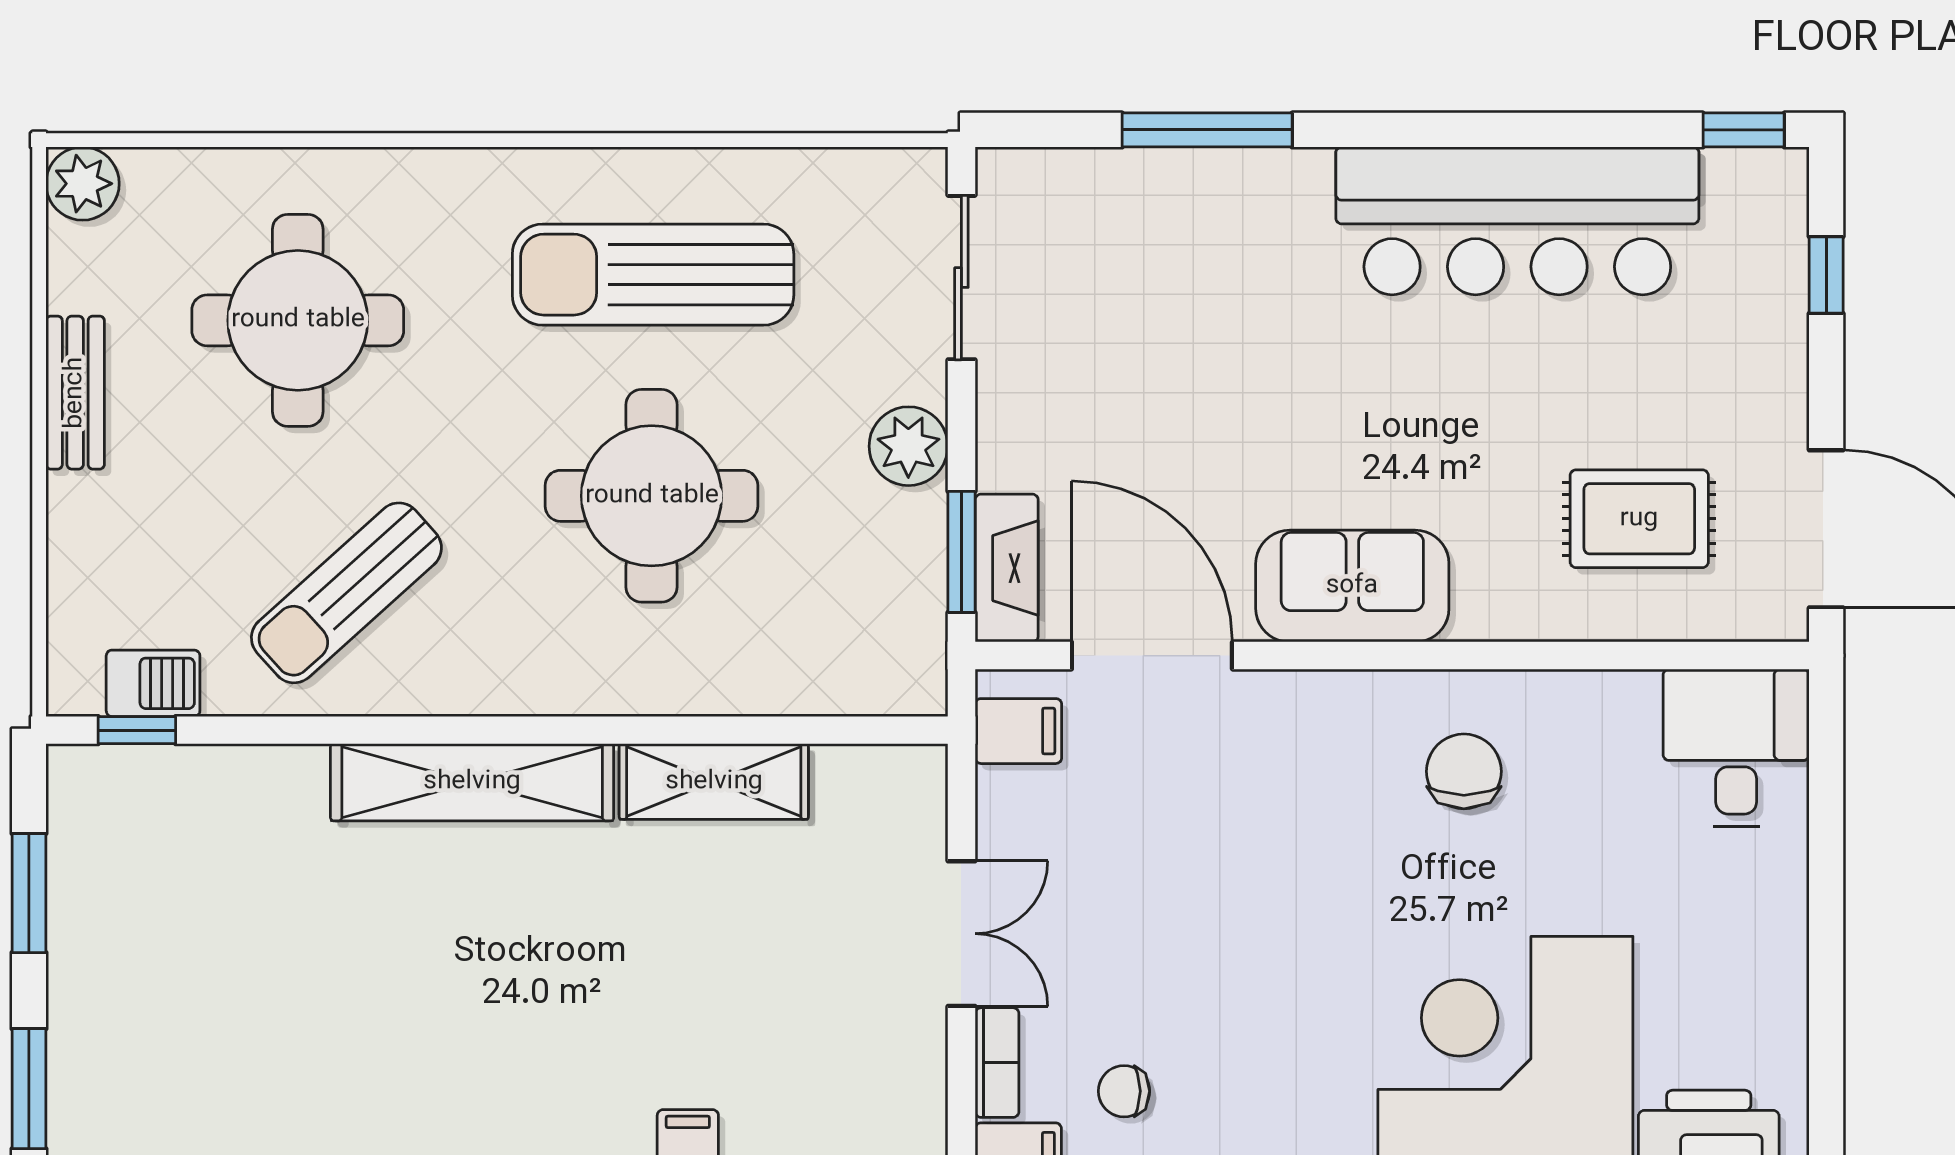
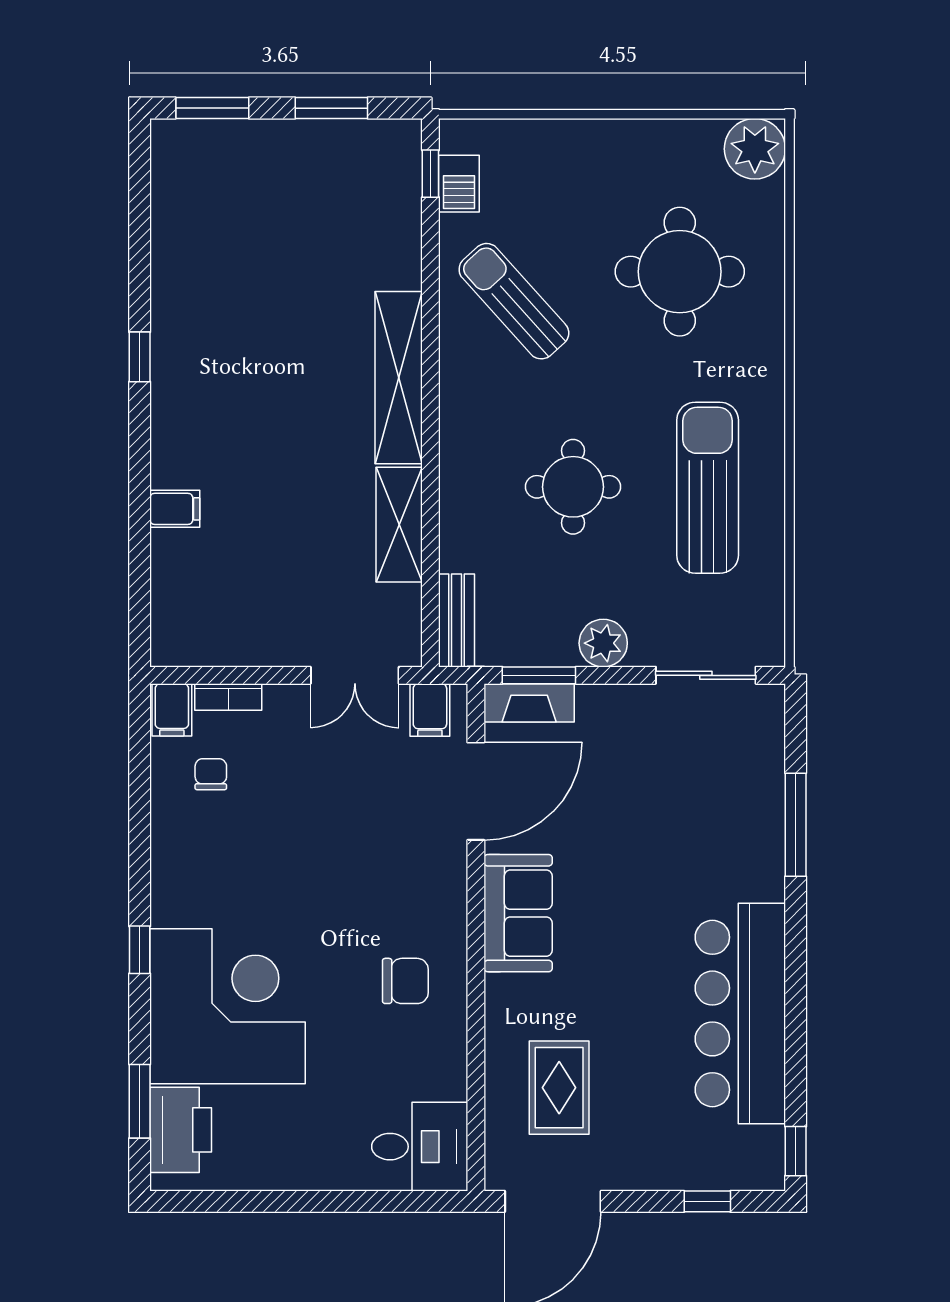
plant: (83, 184) -> (755, 149), width x1.36, depth x1.36
bench: (75, 393) -> (456, 620), moved, turned 90
round table: (652, 496) -> (573, 487), width x0.73, depth x0.73
double door: (961, 934) -> (355, 675), moved

